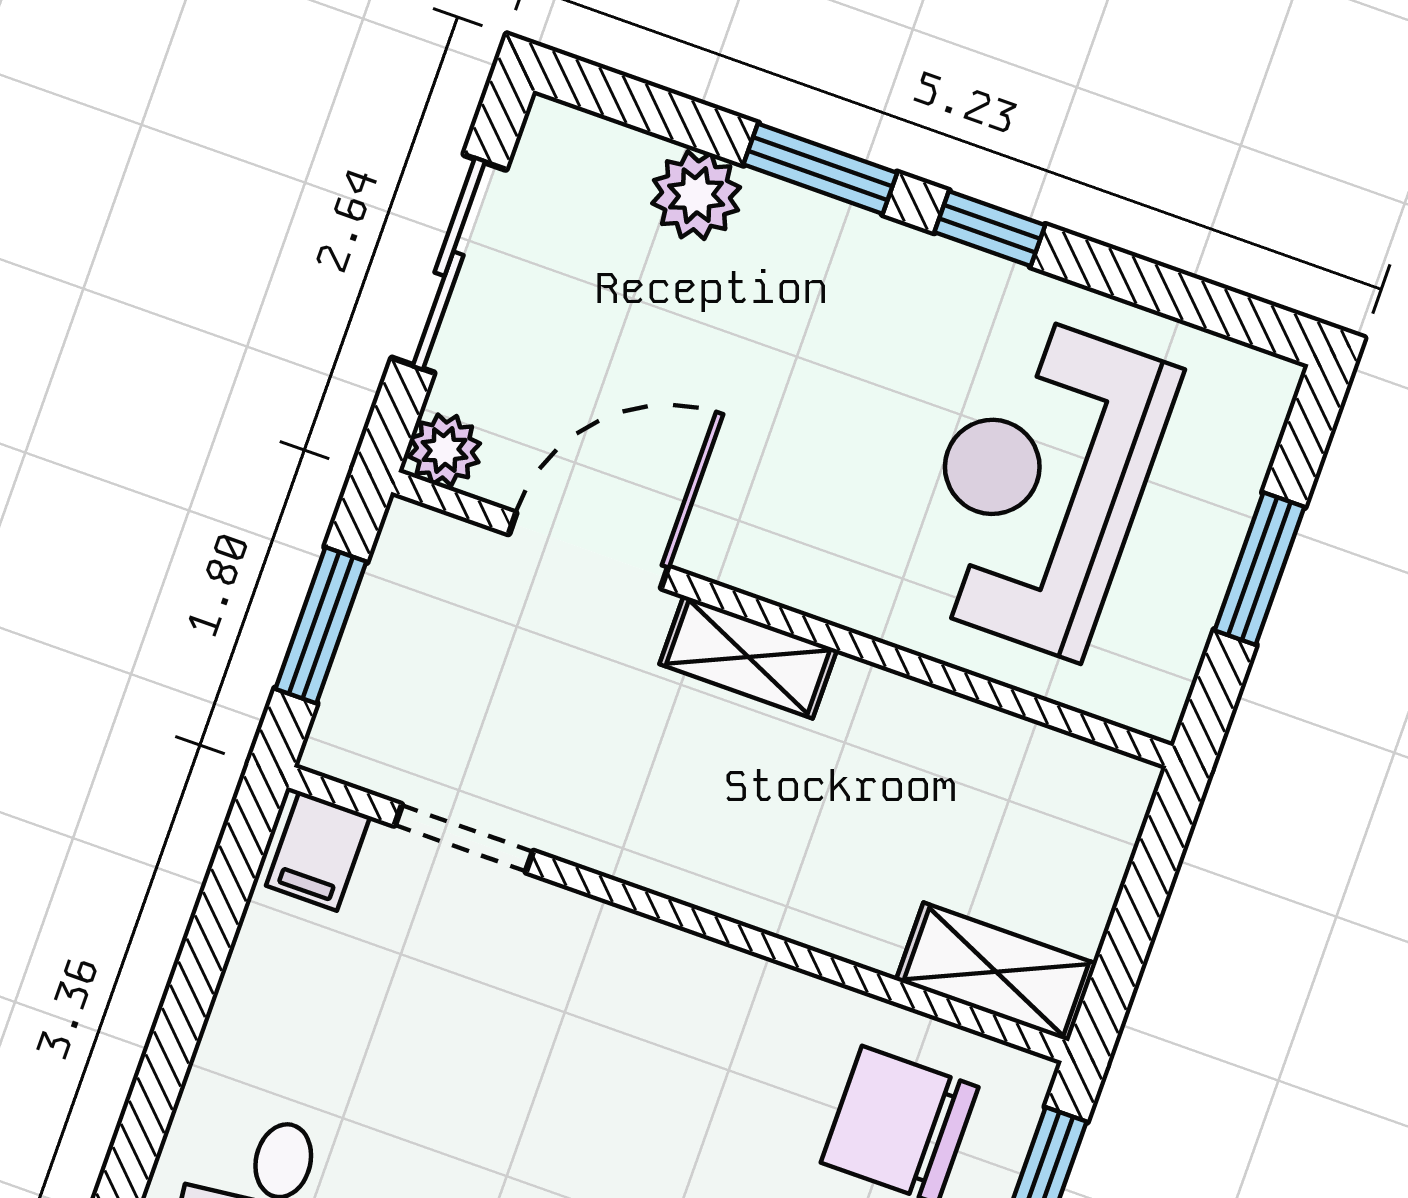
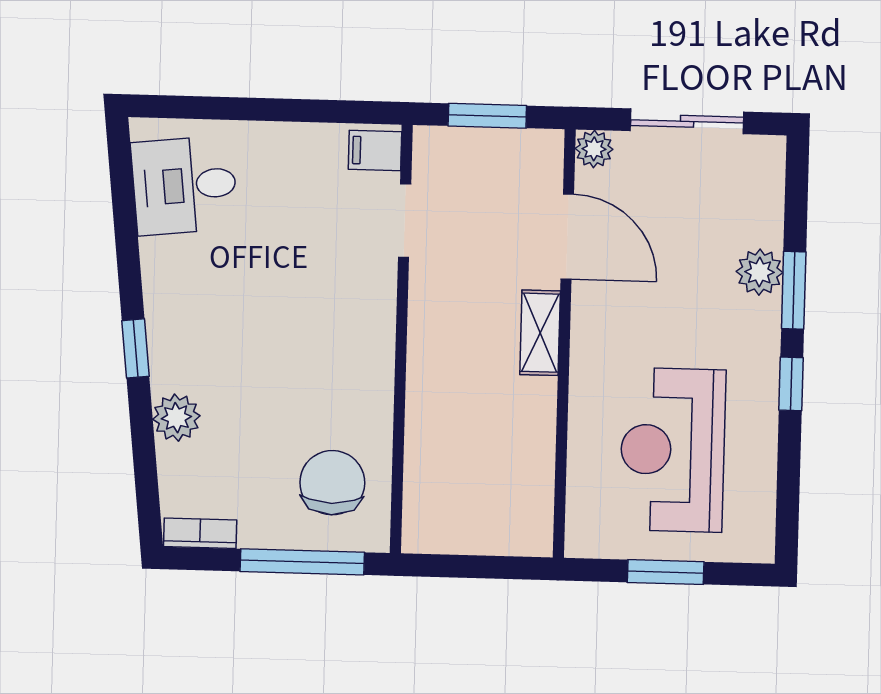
plant: (696, 195) -> (760, 272), moved
reception desk: (1040, 484) -> (673, 450), turned -90
shelving: (996, 972) -> (424, 506), removed

